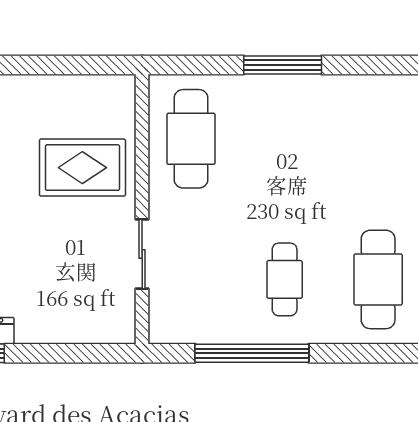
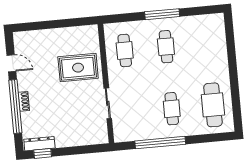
cafe table: (191, 139) -> (125, 50), width x0.73, depth x0.74
cafe table: (285, 139) -> (166, 47), added

